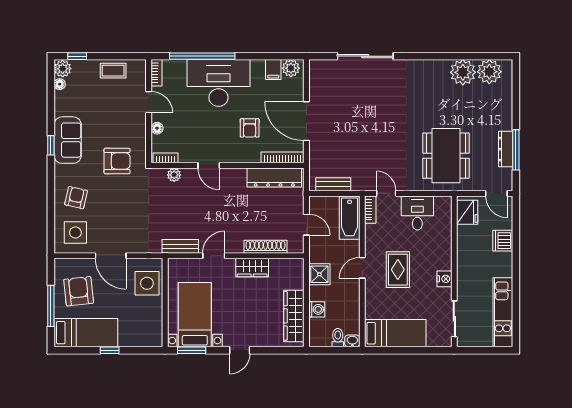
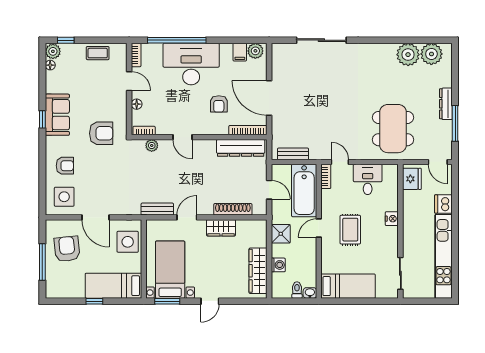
dresser: (506, 149) -> (446, 104), moved
armchair: (76, 198) -> (65, 166), turned 77
bathtub: (350, 218) -> (304, 191), width x1.36, depth x1.36
nightstand: (445, 279) -> (392, 219), moved
kitchen unit: (503, 312) -> (443, 256), width x1.36
bed: (86, 333) -> (113, 286), moved, turned 180

